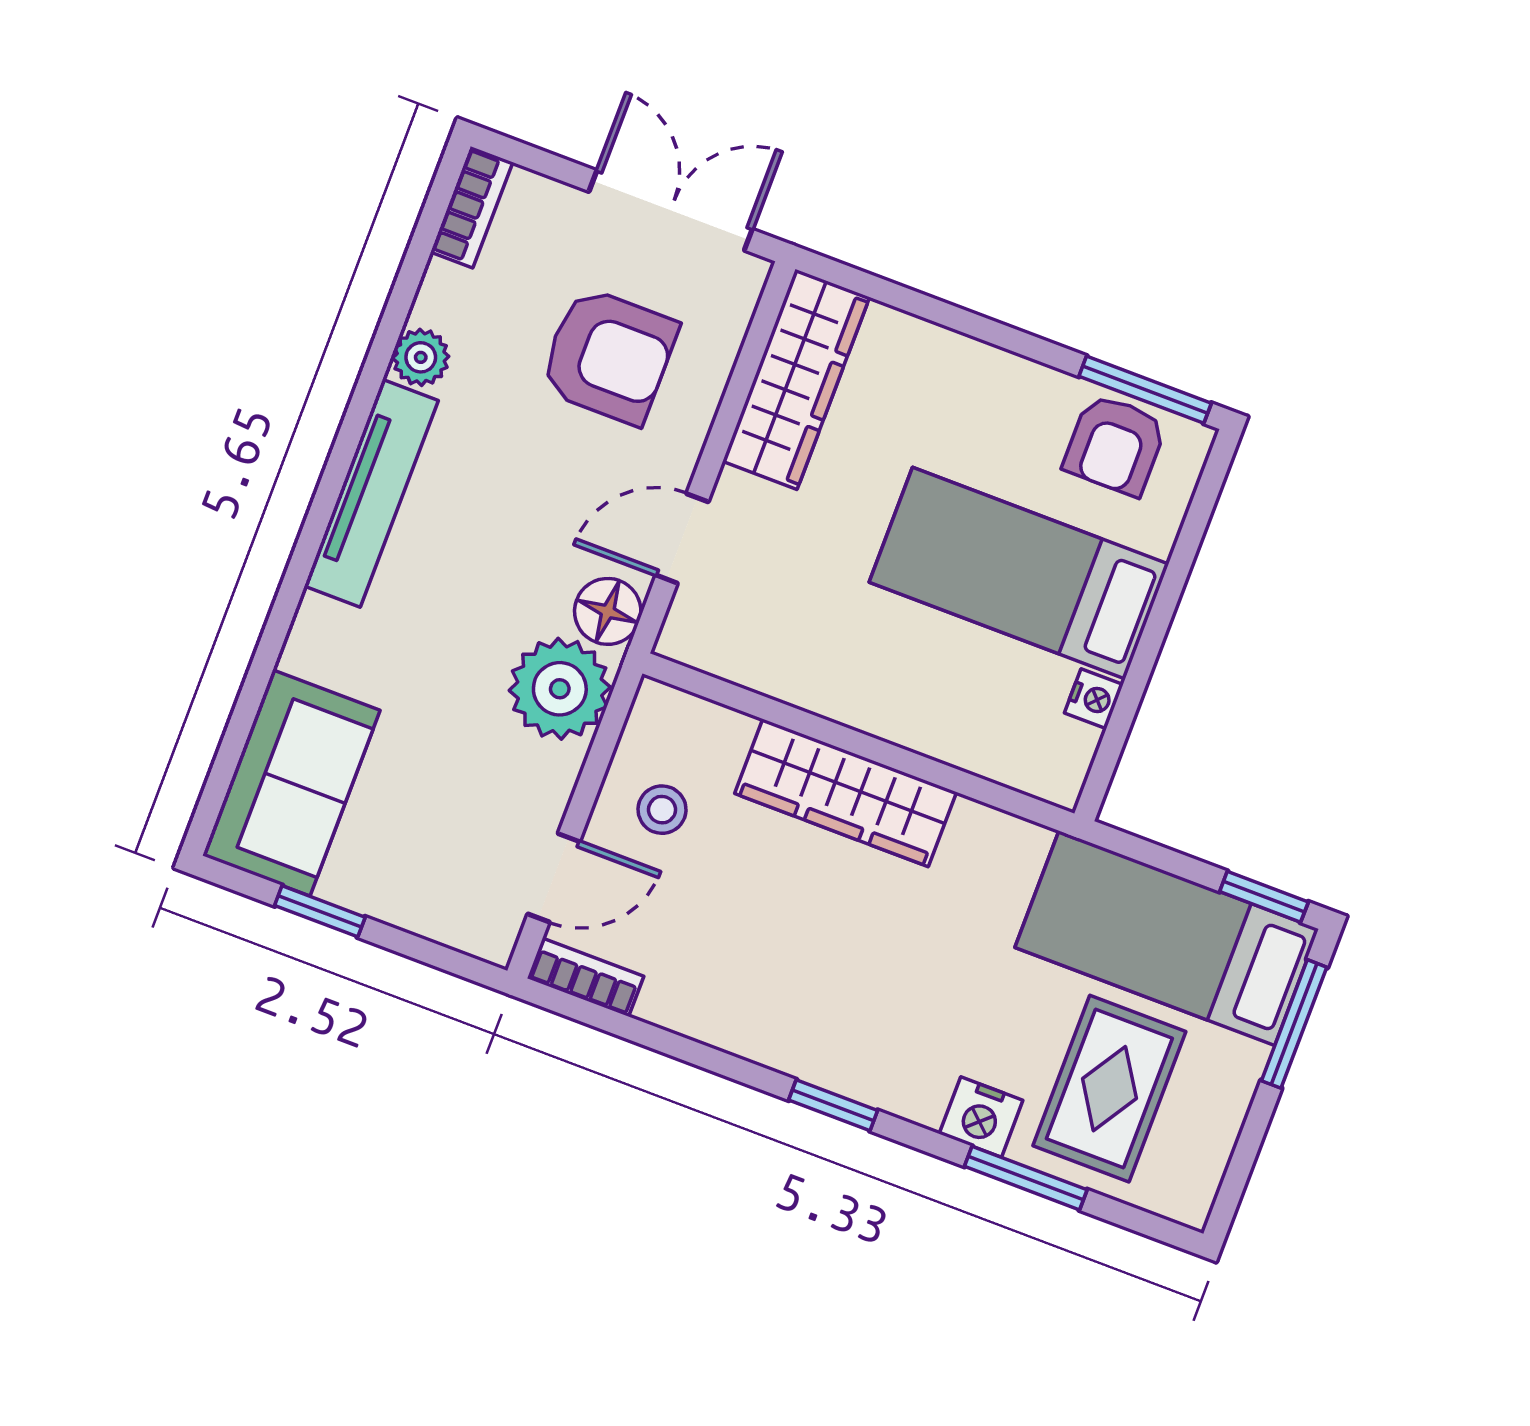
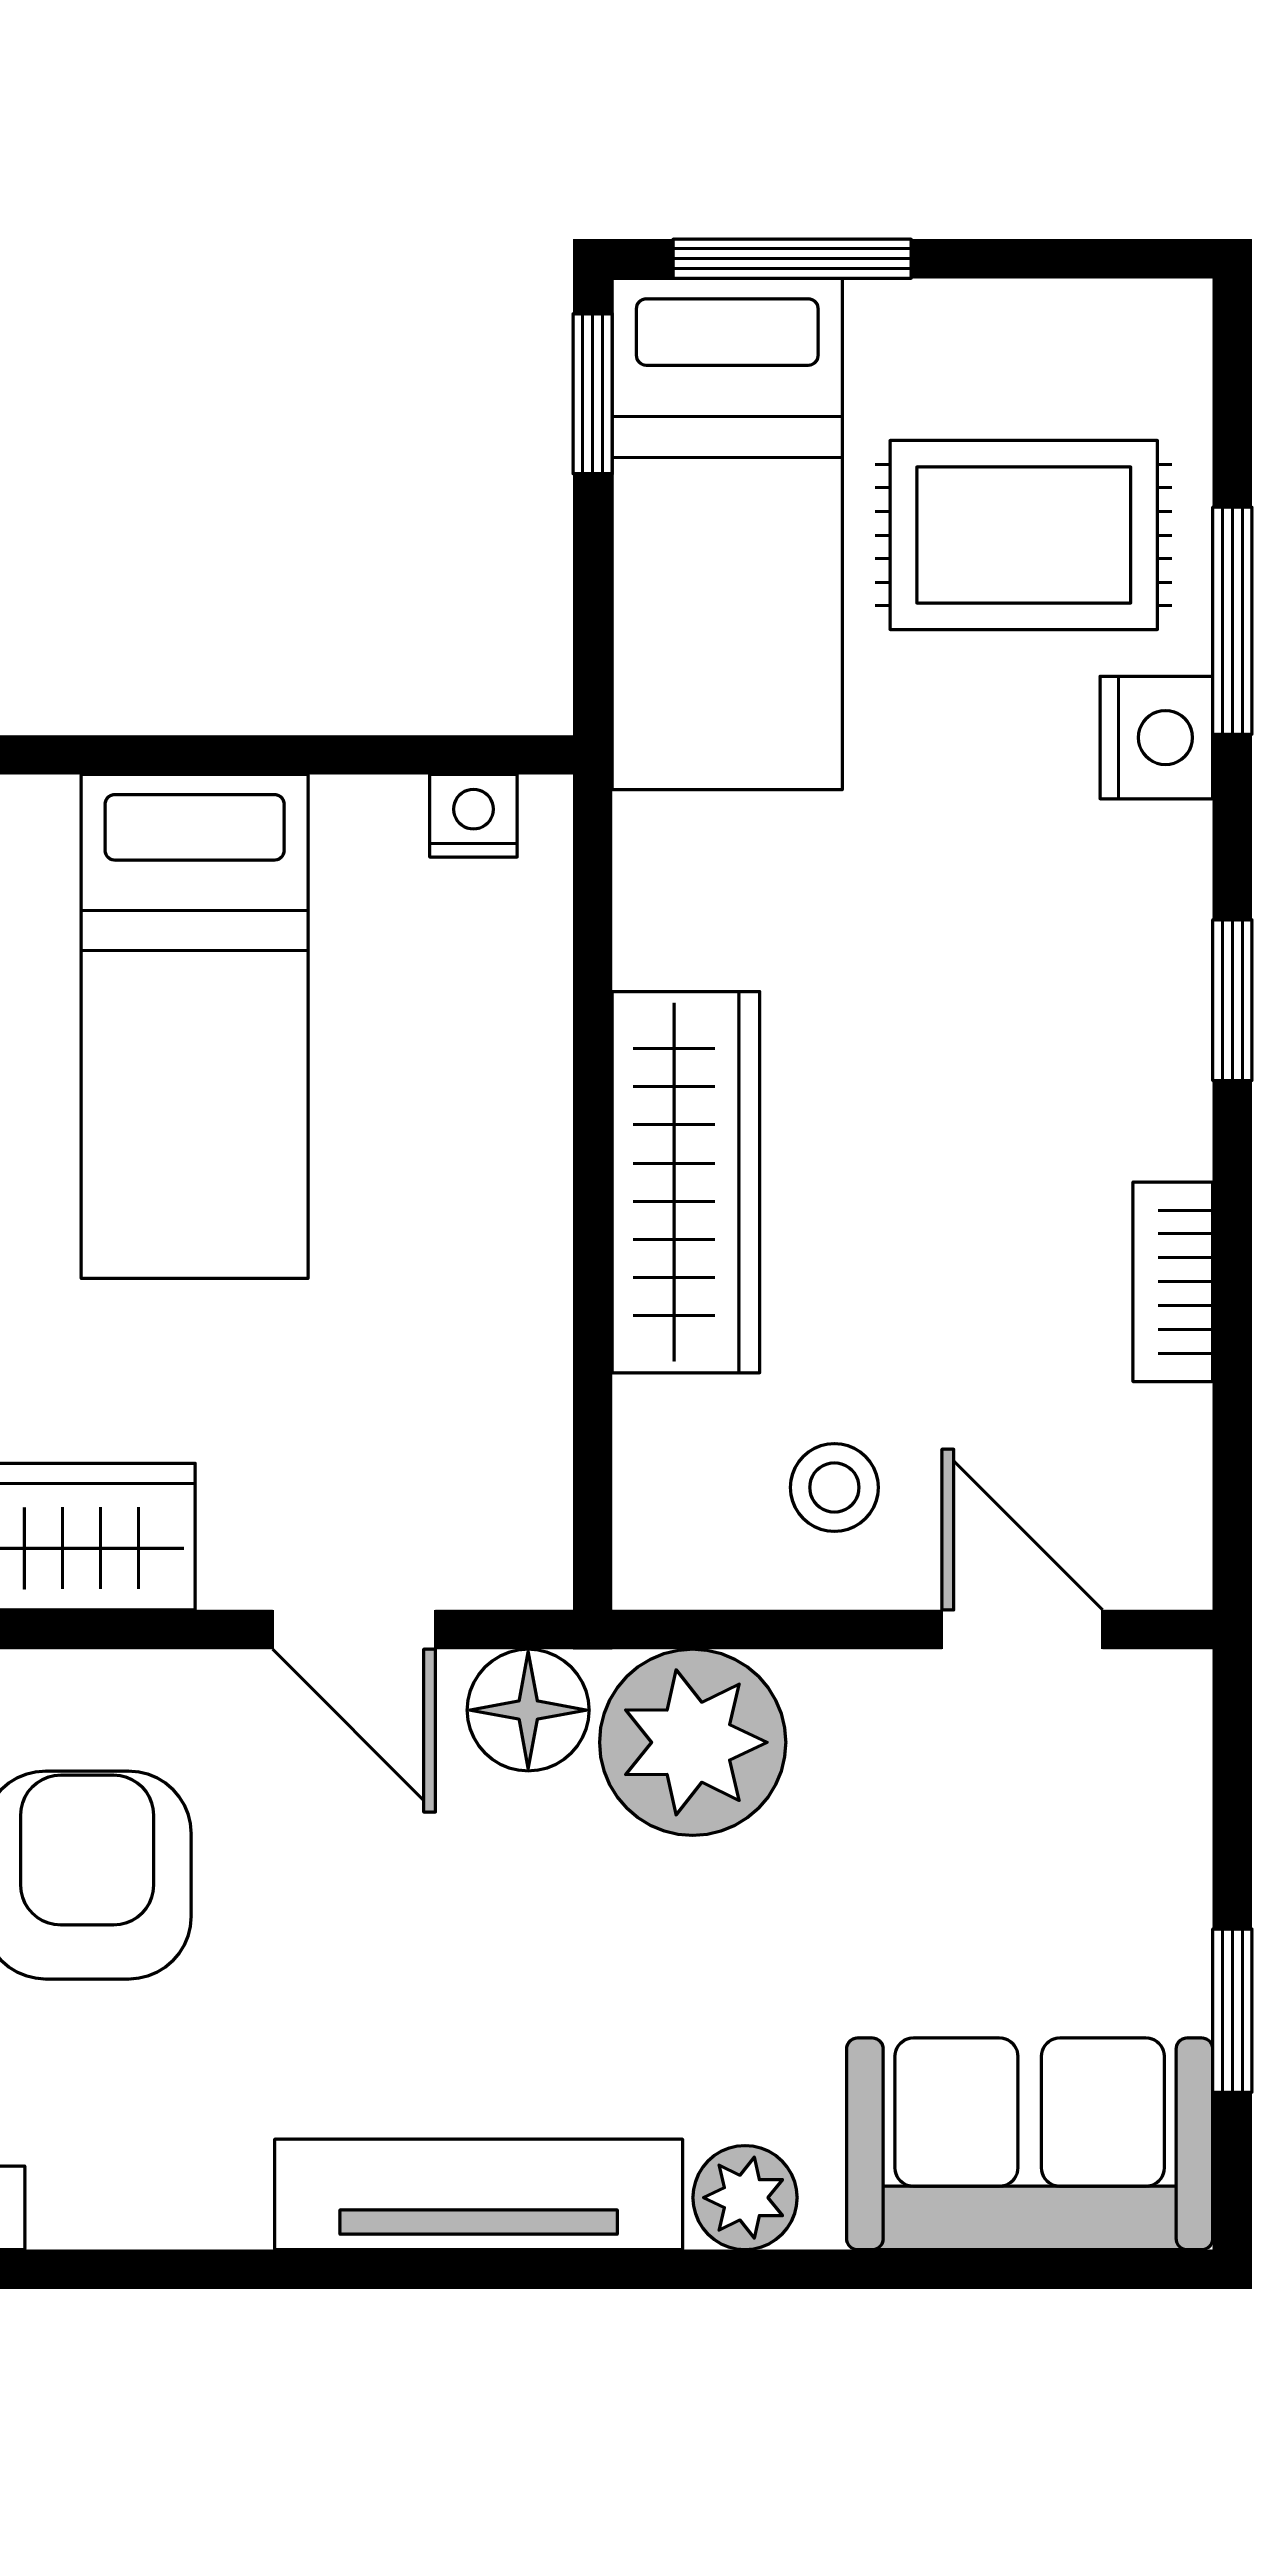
plant: (421, 357) -> (745, 2198), moved
nightstand: (1094, 699) -> (473, 816), moved
bookcase: (585, 977) -> (1173, 1282), moved

